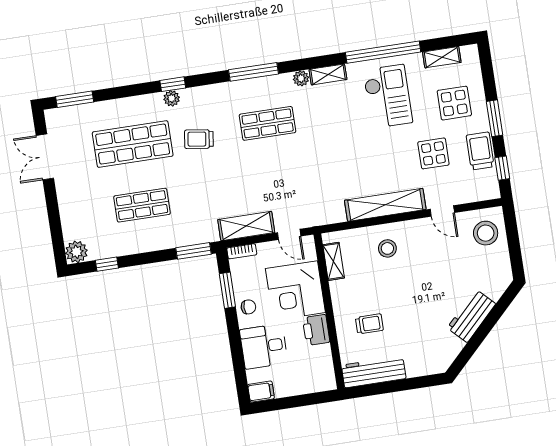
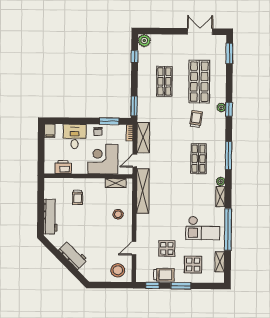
shelving: (385, 205) -> (143, 191), moved
printer: (316, 330) -> (63, 167), moved
workbench: (374, 372) -> (50, 217), moved

